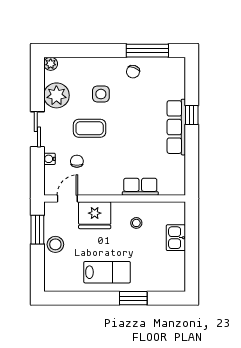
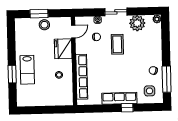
side table: (101, 94) -> (149, 91), moved
row of seats: (140, 187) -> (82, 77), width x2.02
door: (67, 198) -> (73, 32), hinge flipped
window: (37, 230) -> (39, 14), moved
kitchen sink: (176, 238) -> (50, 100), removed
lab bench: (107, 272) -> (27, 70), moved

